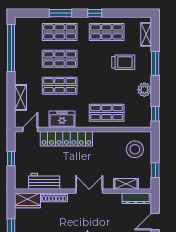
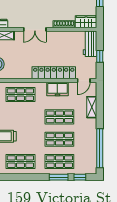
window: (95, 13) -> (80, 177), moved
workbench: (44, 181) -> (90, 44), moved, turned 90

